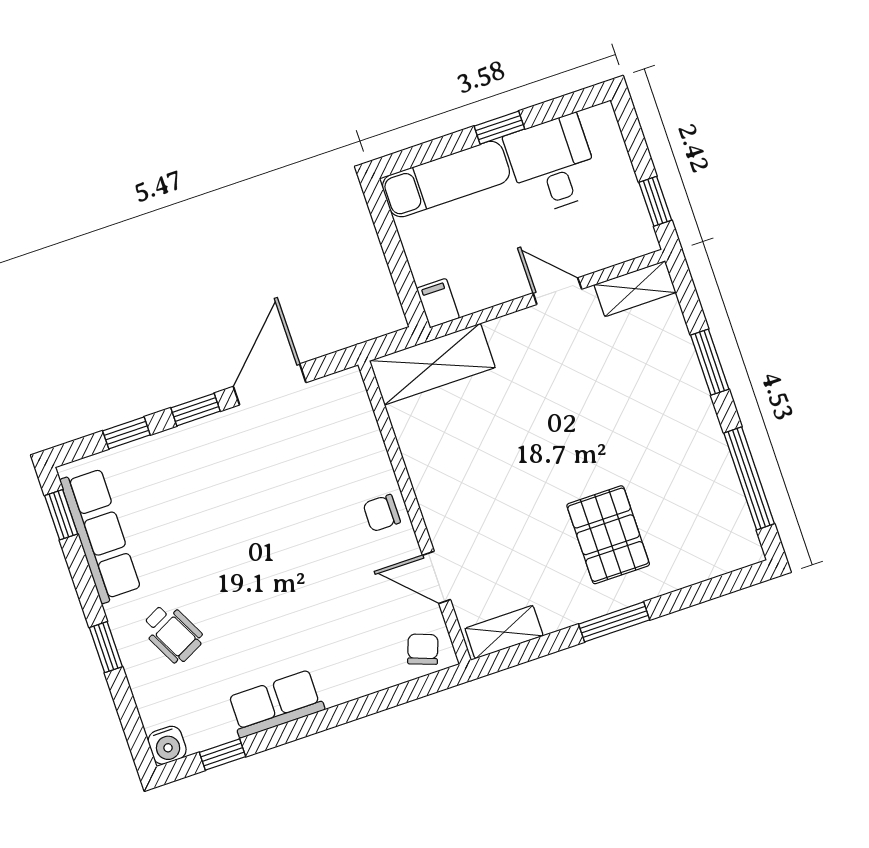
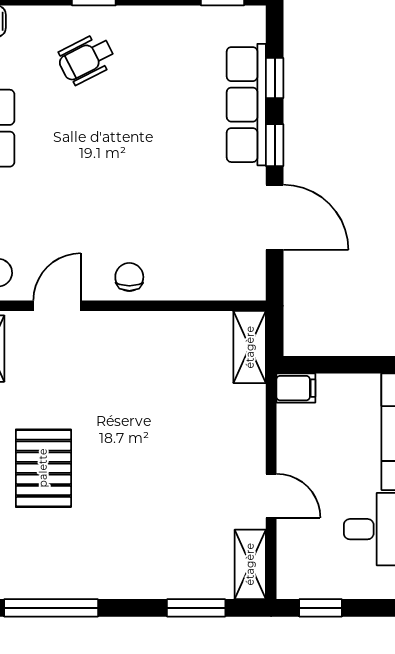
door: (557, 291) -> (271, 496), hinge flipped
window: (710, 362) -> (196, 608), moved
shelving: (432, 364) -> (250, 347), width x0.67, depth x0.75
row of seats: (100, 535) -> (246, 105), moved, turned 90
pallet: (608, 535) -> (43, 468), turned 90

